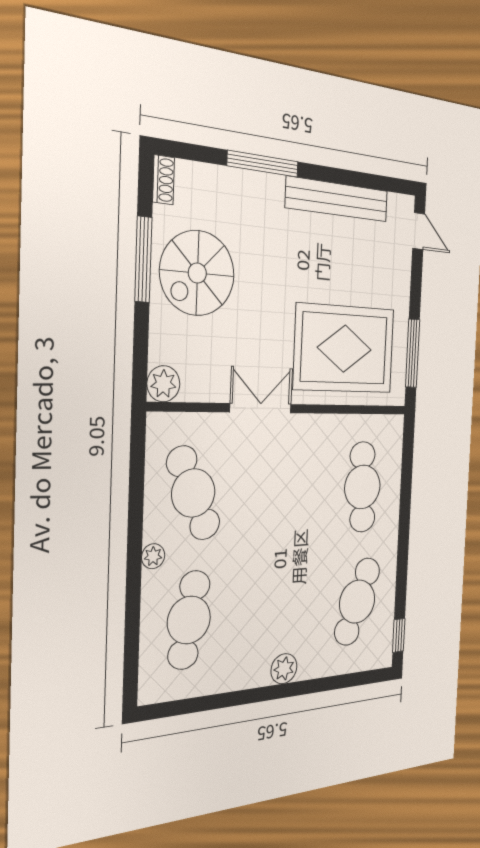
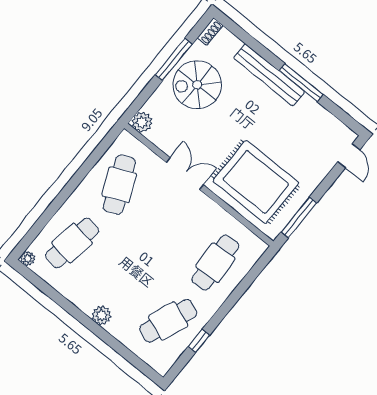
window: (263, 164) -> (301, 82), moved
bench: (338, 199) -> (269, 75), moved
plant: (153, 556) -> (28, 258), moved
window: (399, 635) -> (199, 341), moved

